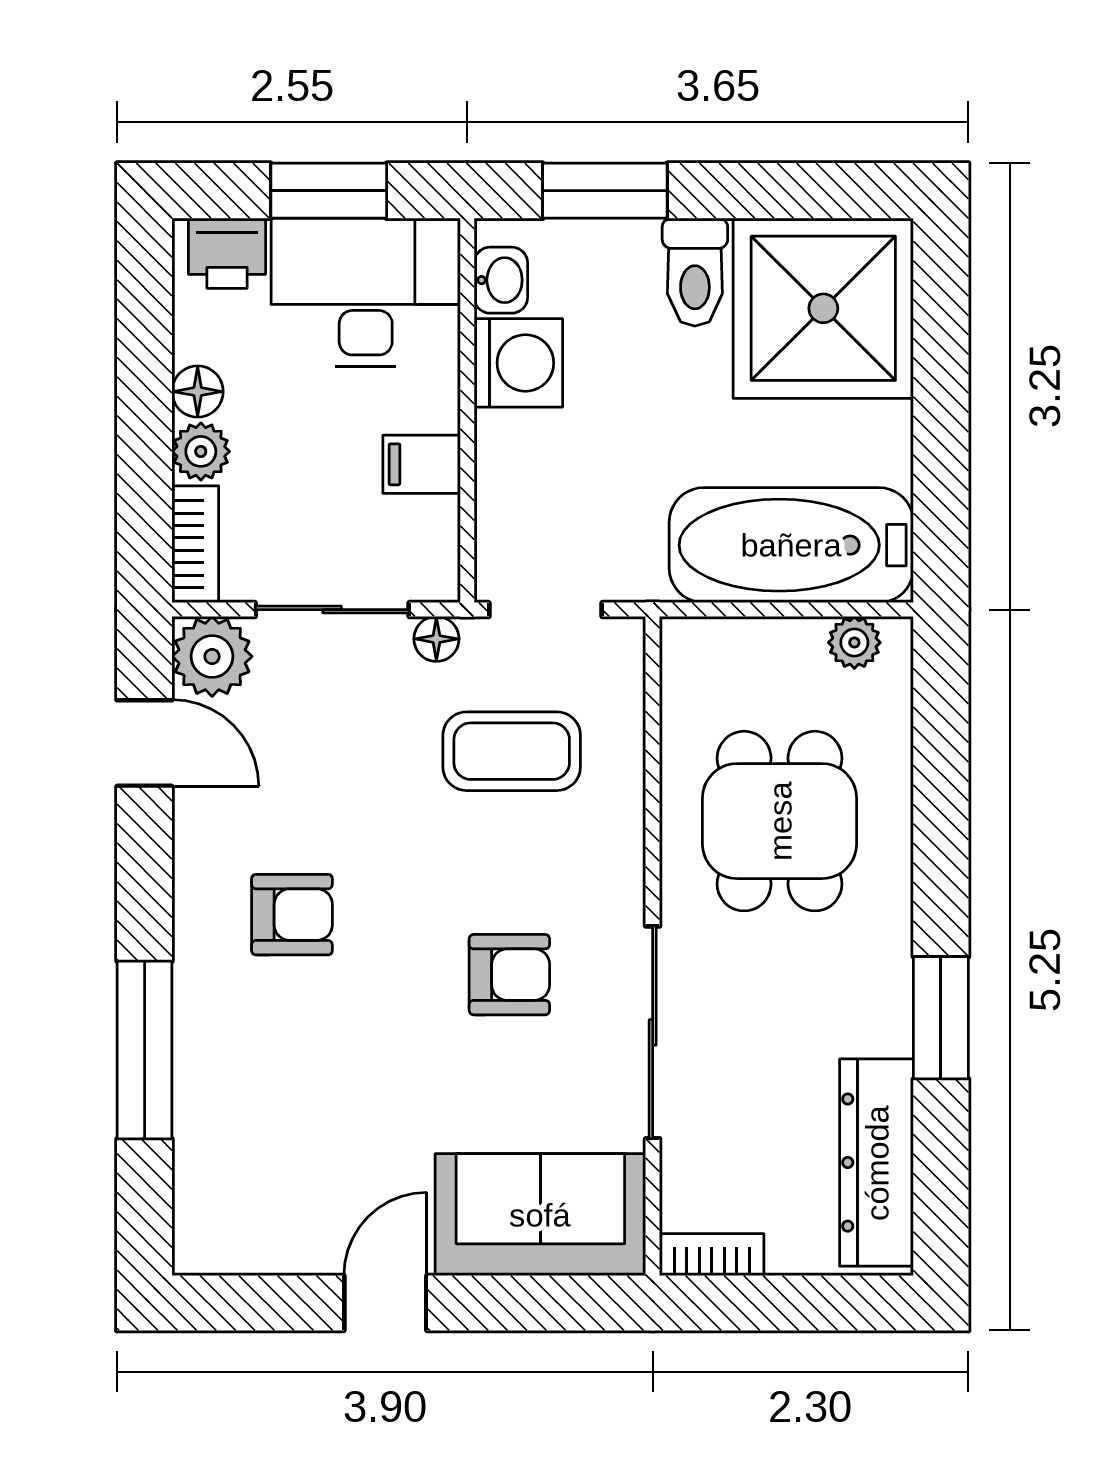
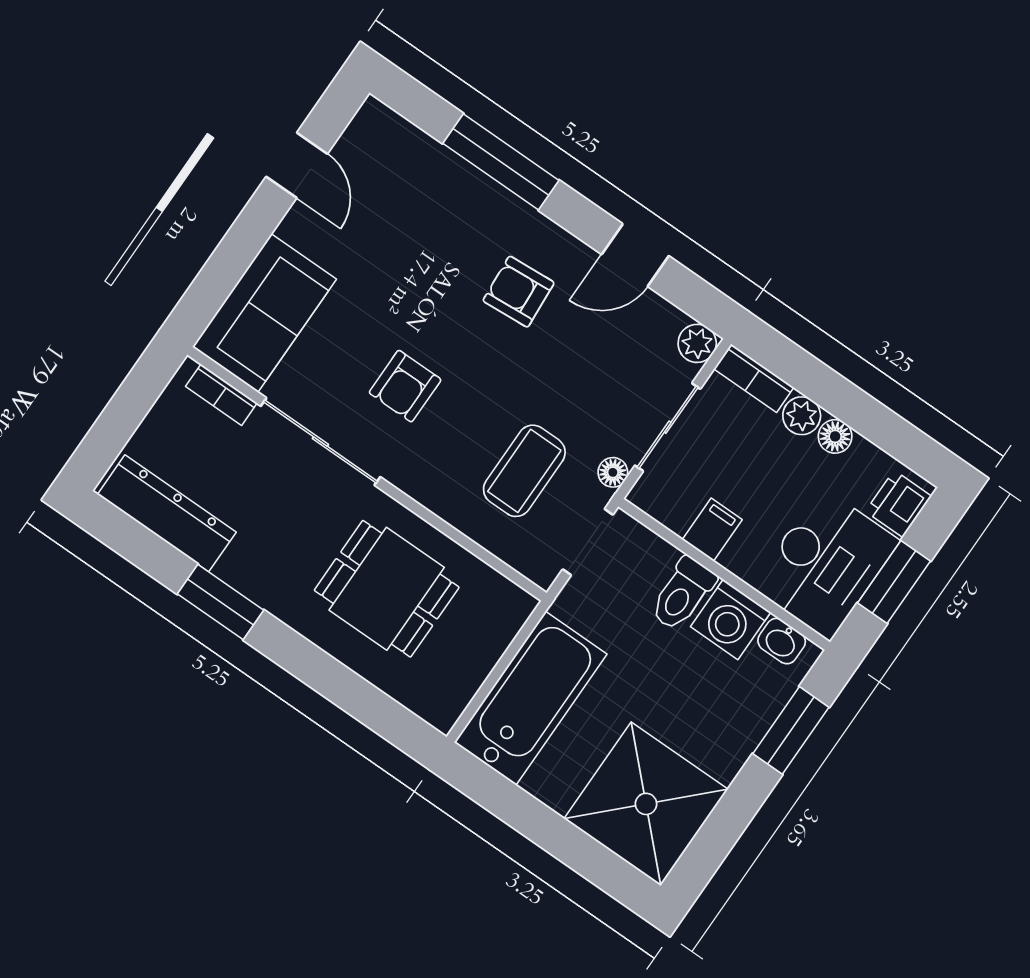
toilet: (695, 272) -> (683, 594), moved, turned -90
plant: (854, 642) -> (455, 696), removed
plant: (212, 656) -> (697, 343), width x0.73, depth x0.73
door: (145, 743) -> (635, 255), moved
armchair: (292, 915) -> (519, 292), turned 86
bookcase: (712, 1255) -> (221, 395), moved, turned 90
door: (385, 1303) -> (297, 165), moved

